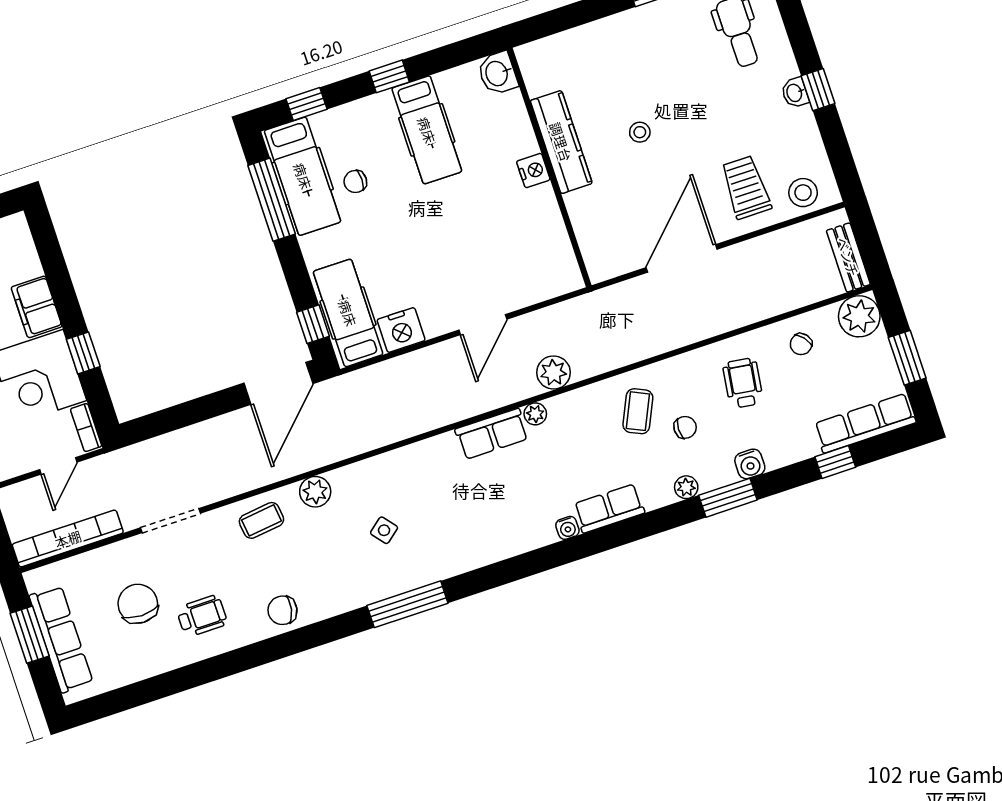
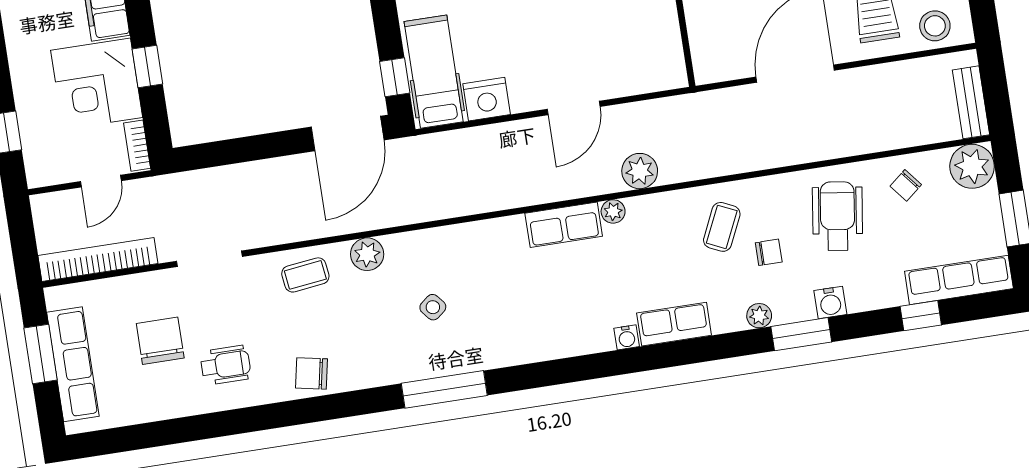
wheelchair: (743, 383) -> (837, 216), width x1.36, depth x1.37

